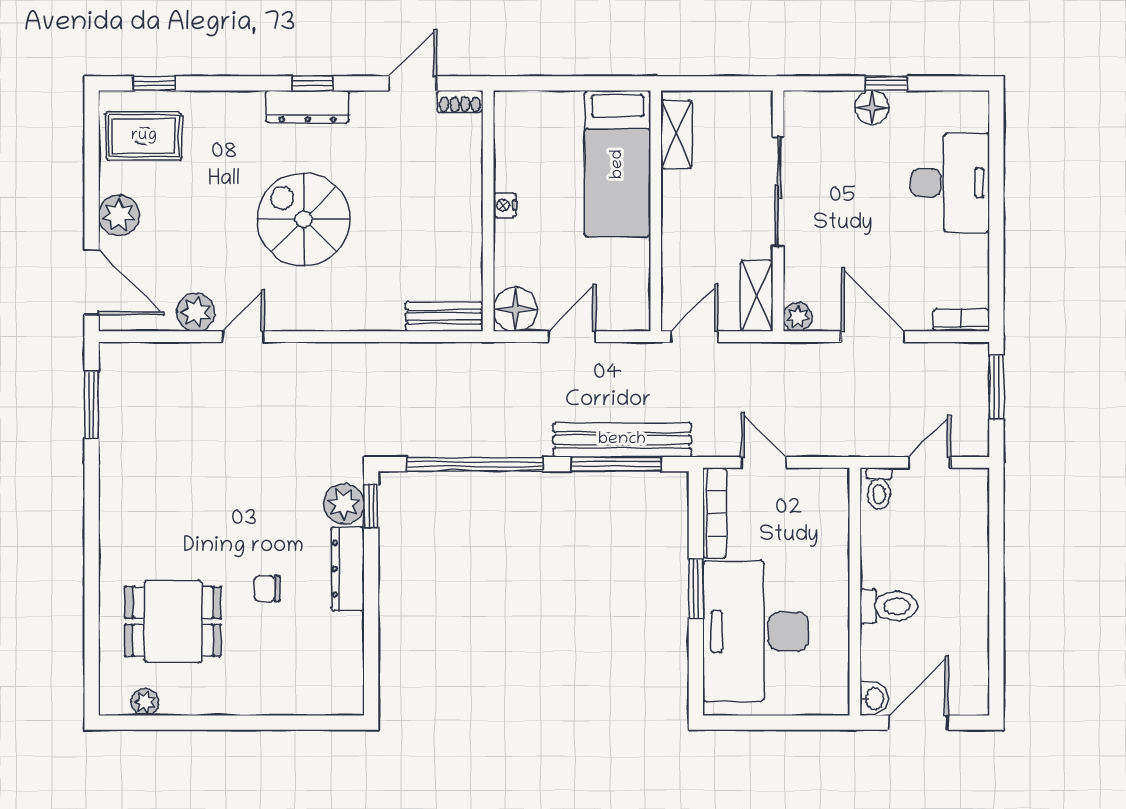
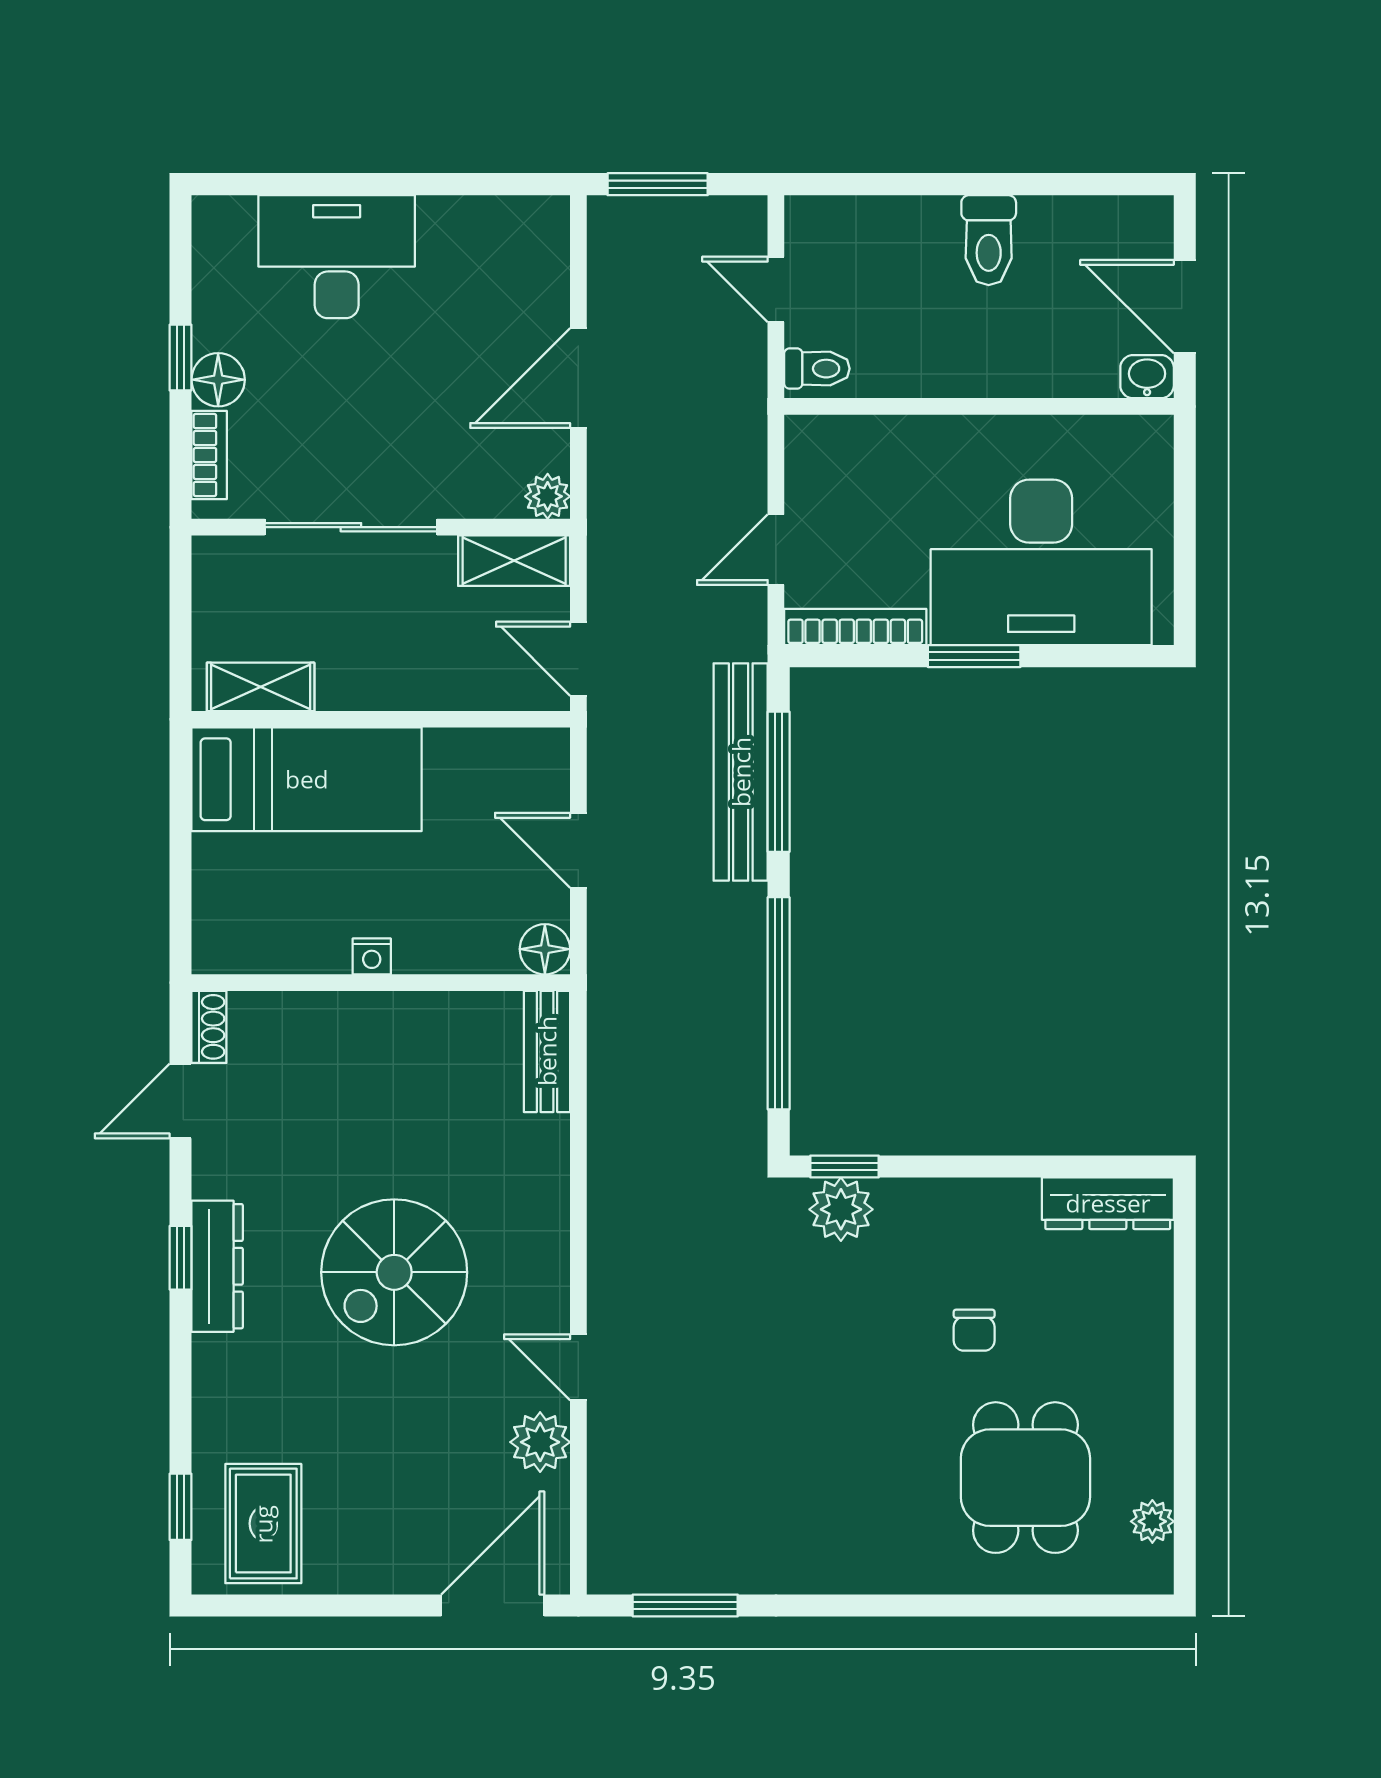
door: (413, 83) -> (181, 1101), hinge flipped
plant: (119, 215) -> (388, 1562), removed
floor lamp: (515, 309) -> (545, 949), width x0.73, depth x0.73
bookcase: (961, 320) -> (209, 455), moved, turned 180
dresser: (348, 569) -> (1108, 1203), moved
toilet: (889, 606) -> (989, 240), moved, turned 180

